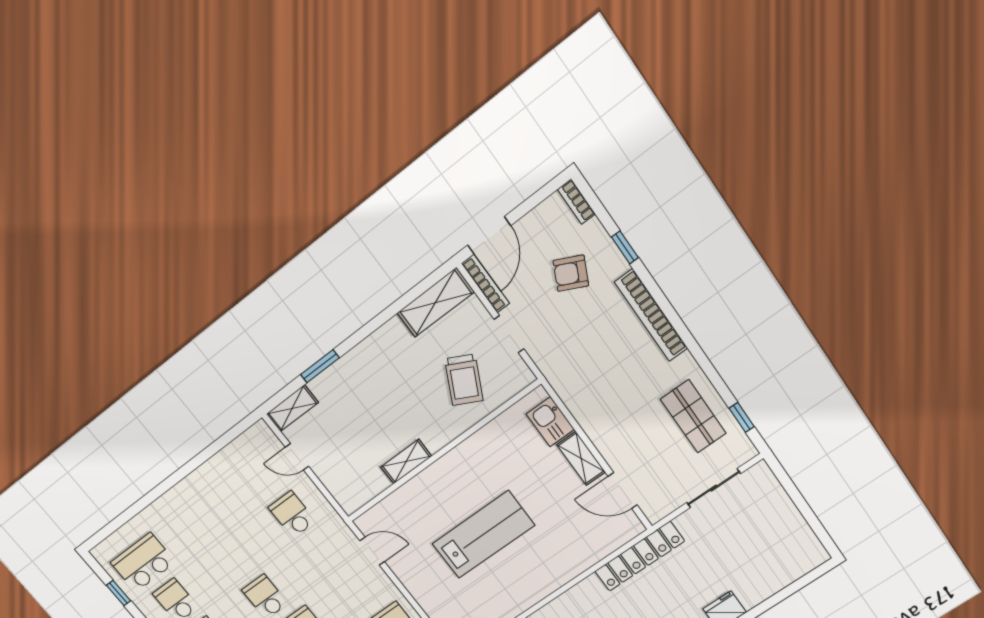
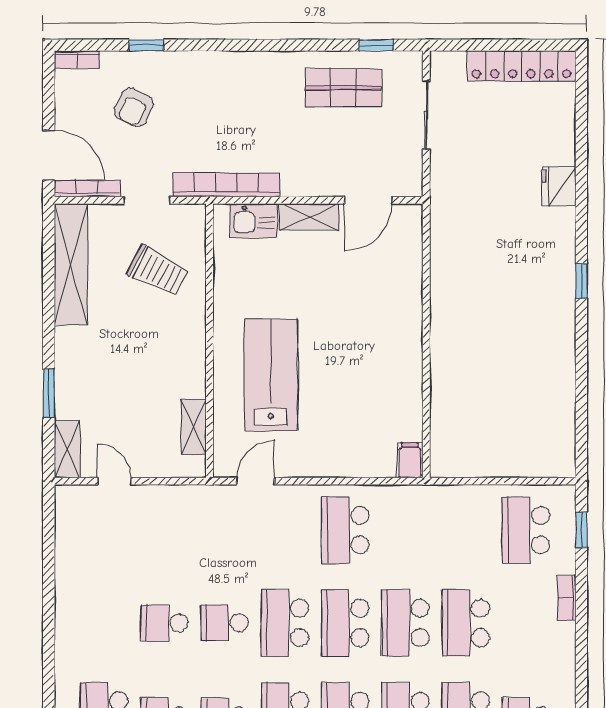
shelving: (436, 303) -> (71, 264), width x1.47
bookcase: (651, 315) -> (226, 185), moved, turned 180
door: (297, 457) -> (114, 481), swing flipped
shelving: (406, 461) -> (194, 427), moved
school desk: (292, 514) -> (164, 623), moved
lab bench: (483, 535) -> (271, 375), moved
locker: (640, 556) -> (522, 66), moved, turned 90

